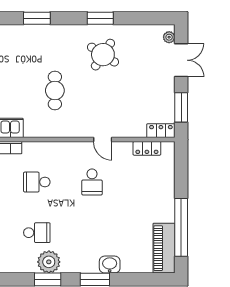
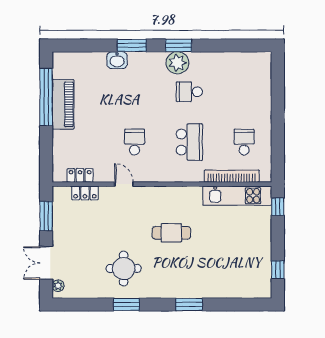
round table: (103, 55) -> (124, 268), turned -33
cafe table: (55, 90) -> (171, 233), turned 90
locker: (161, 131) -> (85, 193), moved
school desk: (37, 182) -> (189, 142), width x1.85
piano: (164, 248) -> (63, 104), moved

